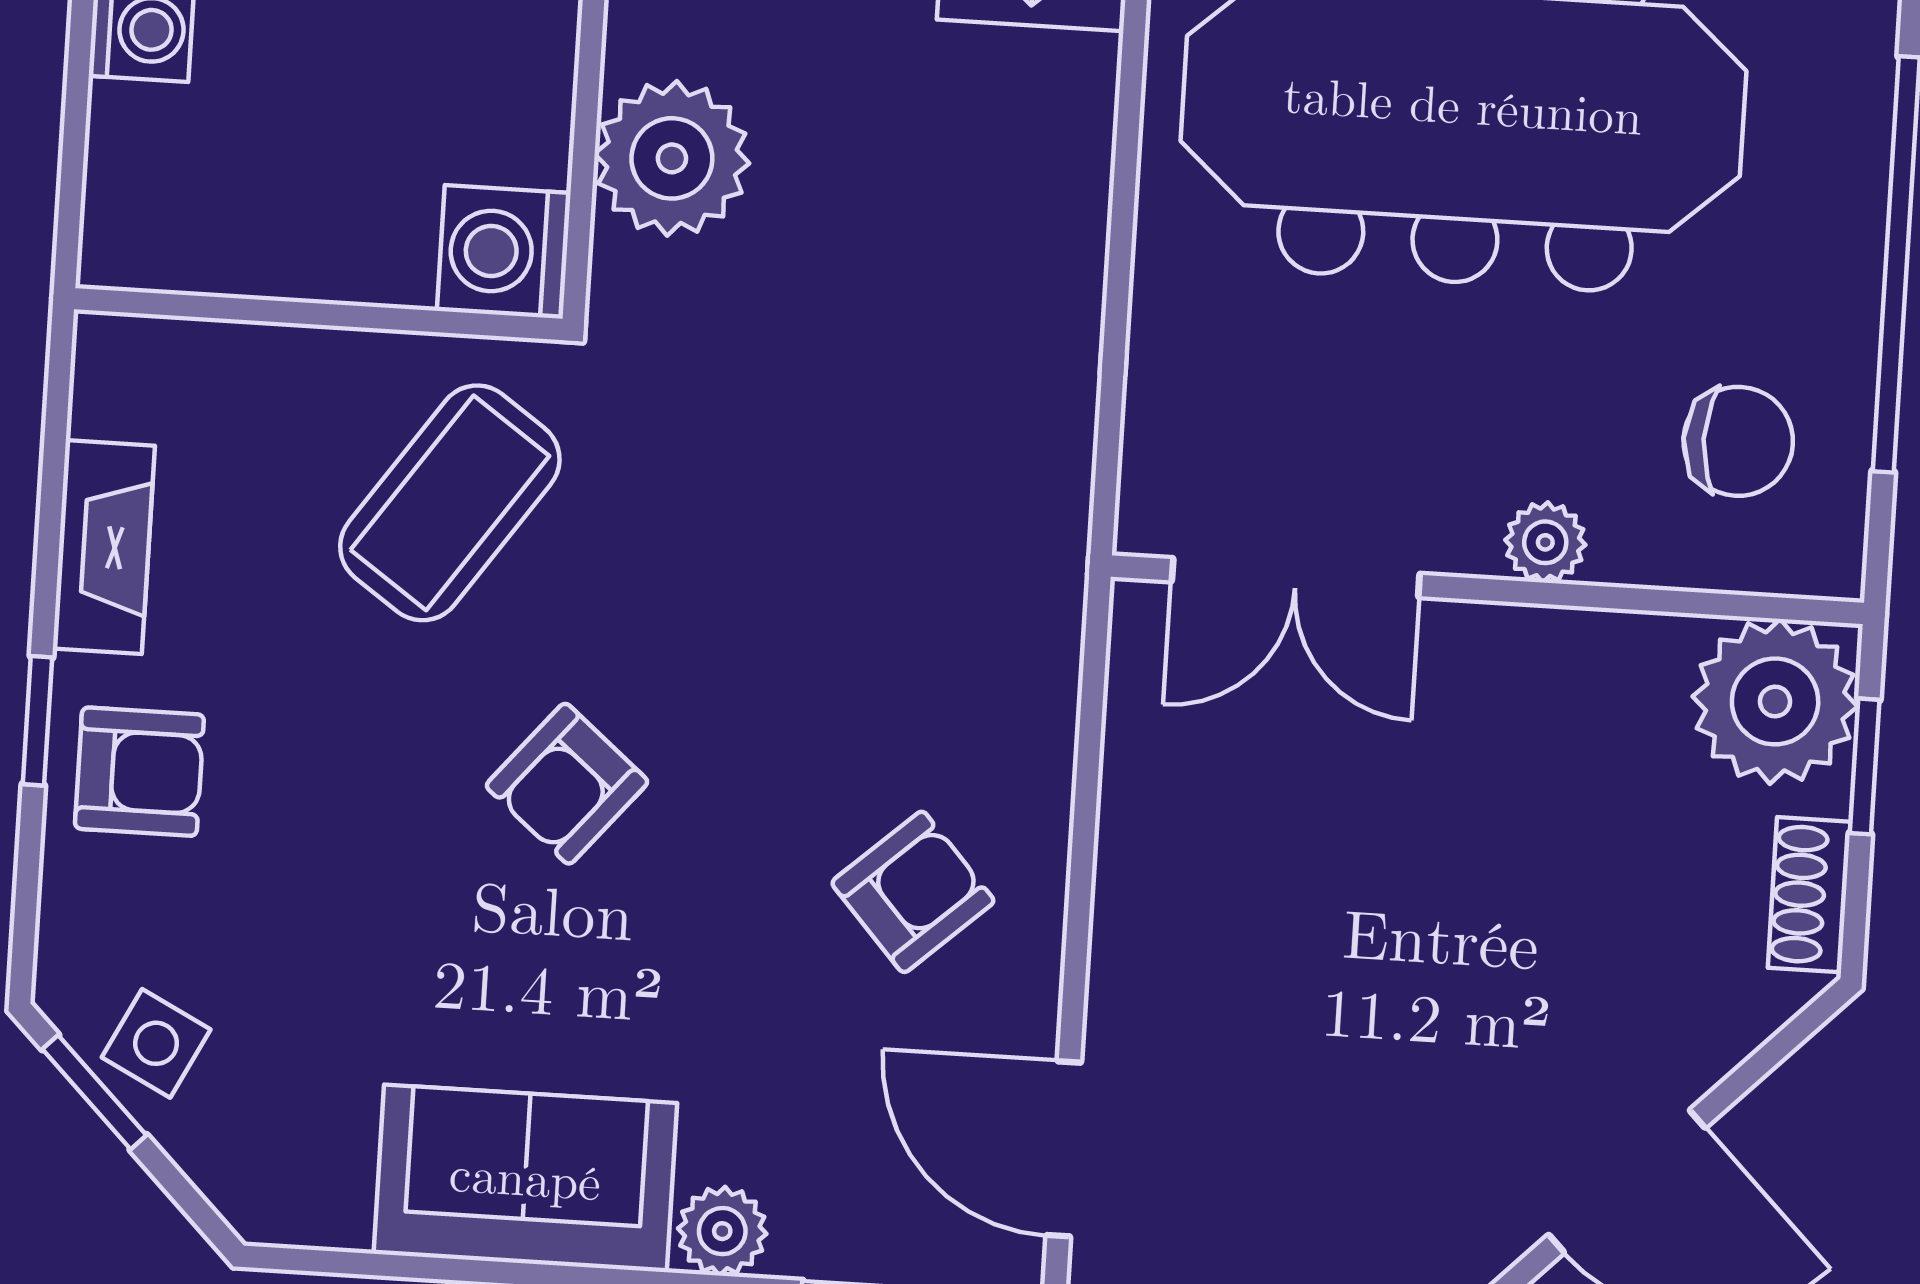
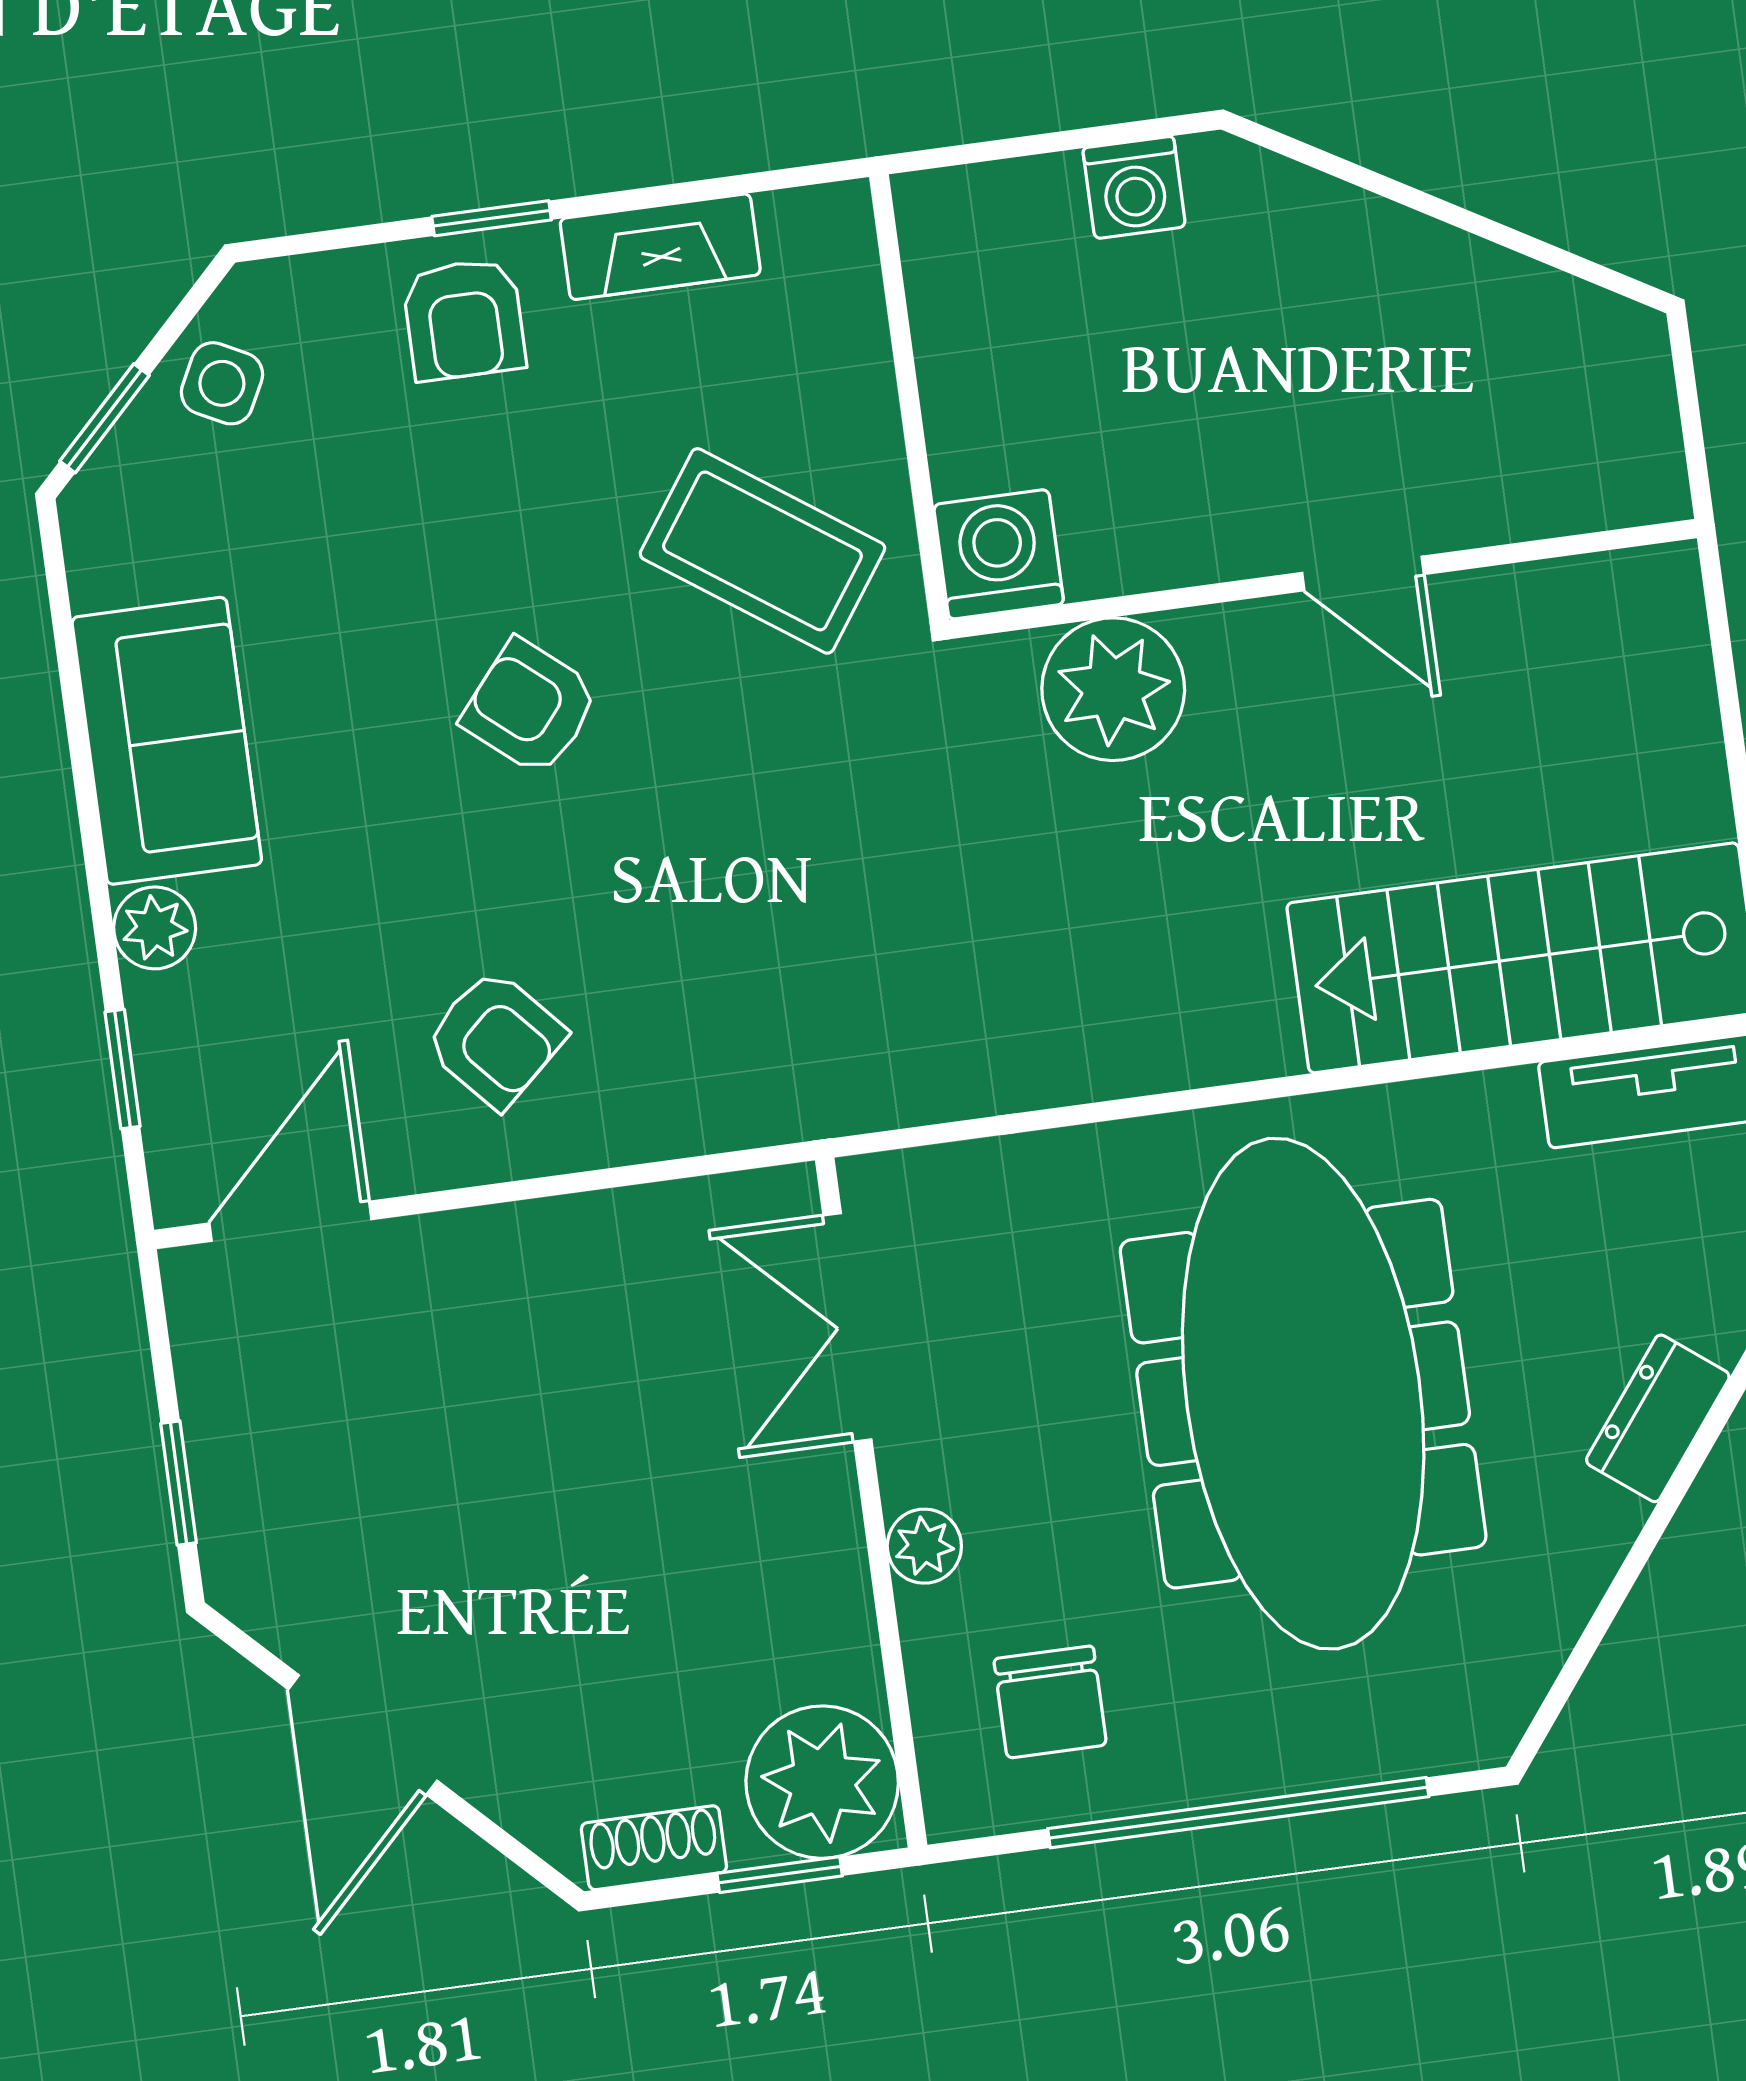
window: (94, 1092) -> (104, 418), moved

